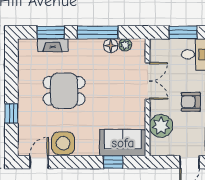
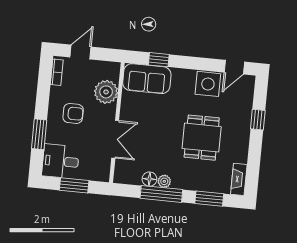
fireplace: (53, 45) -> (239, 179), moved, turned -90
plant: (125, 45) -> (164, 181), moved
double door: (148, 81) -> (115, 139), swing flipped
dining table: (64, 91) -> (202, 138), turned 90

